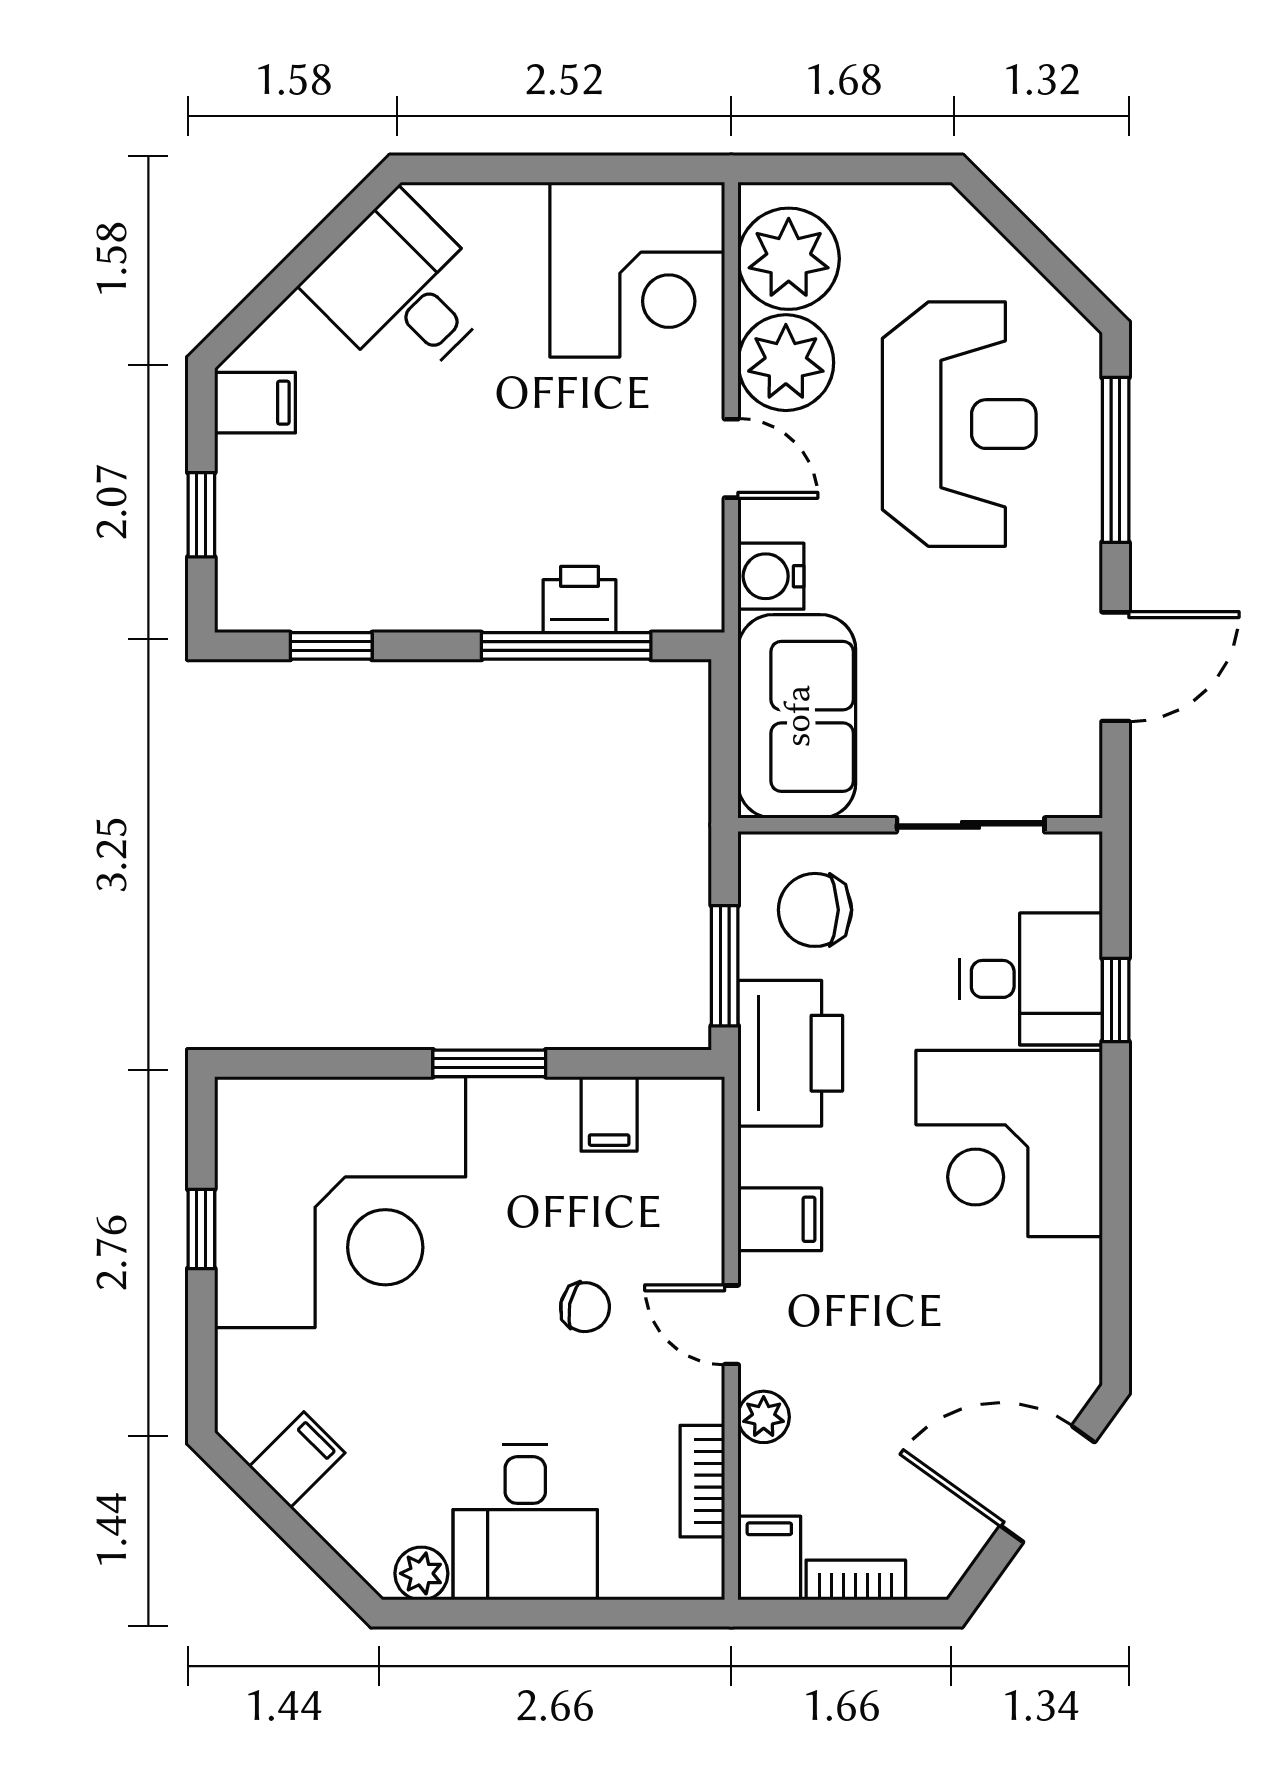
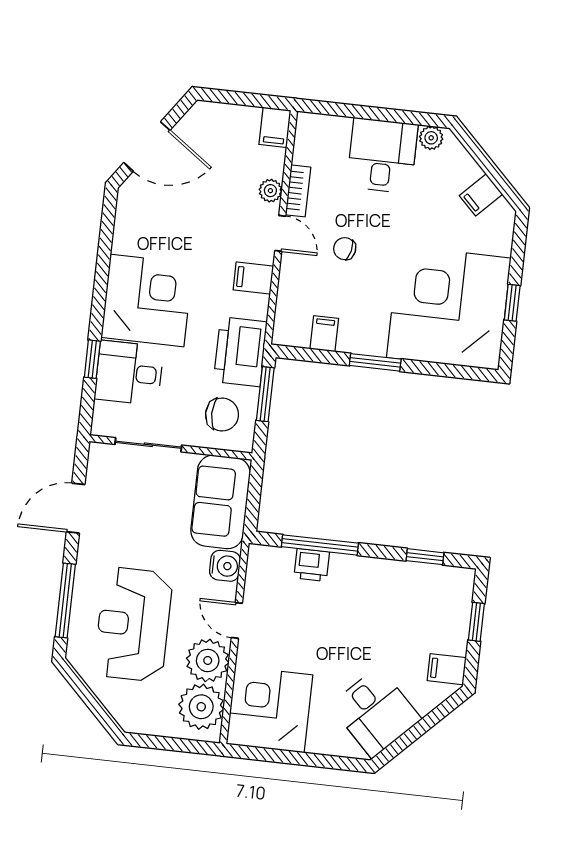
bookcase: (702, 1481) -> (298, 191), moved
bookcase: (856, 1580) -> (237, 113), removed

